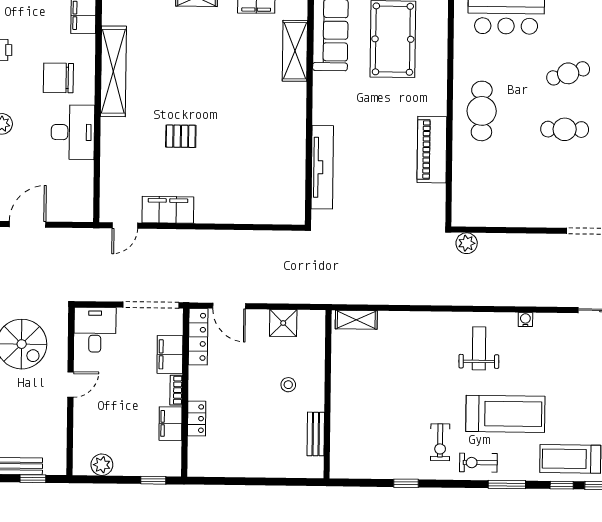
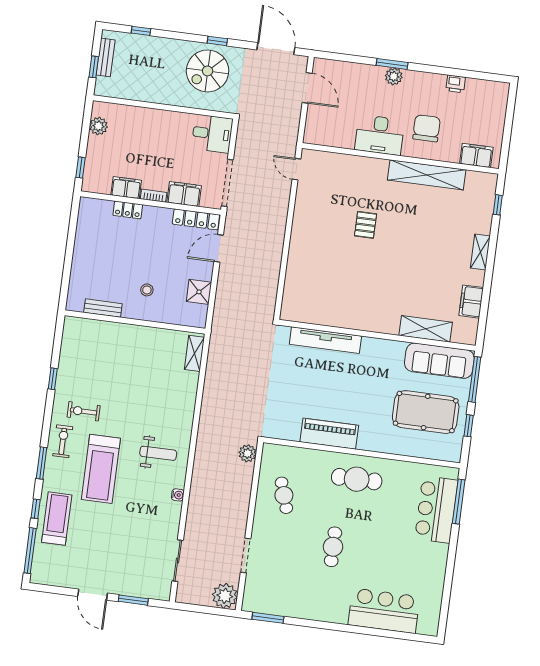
cafe table: (568, 73) -> (284, 495), moved
filing cabinet: (168, 210) -> (305, 207), removed
door: (70, 384) -> (169, 108), removed

